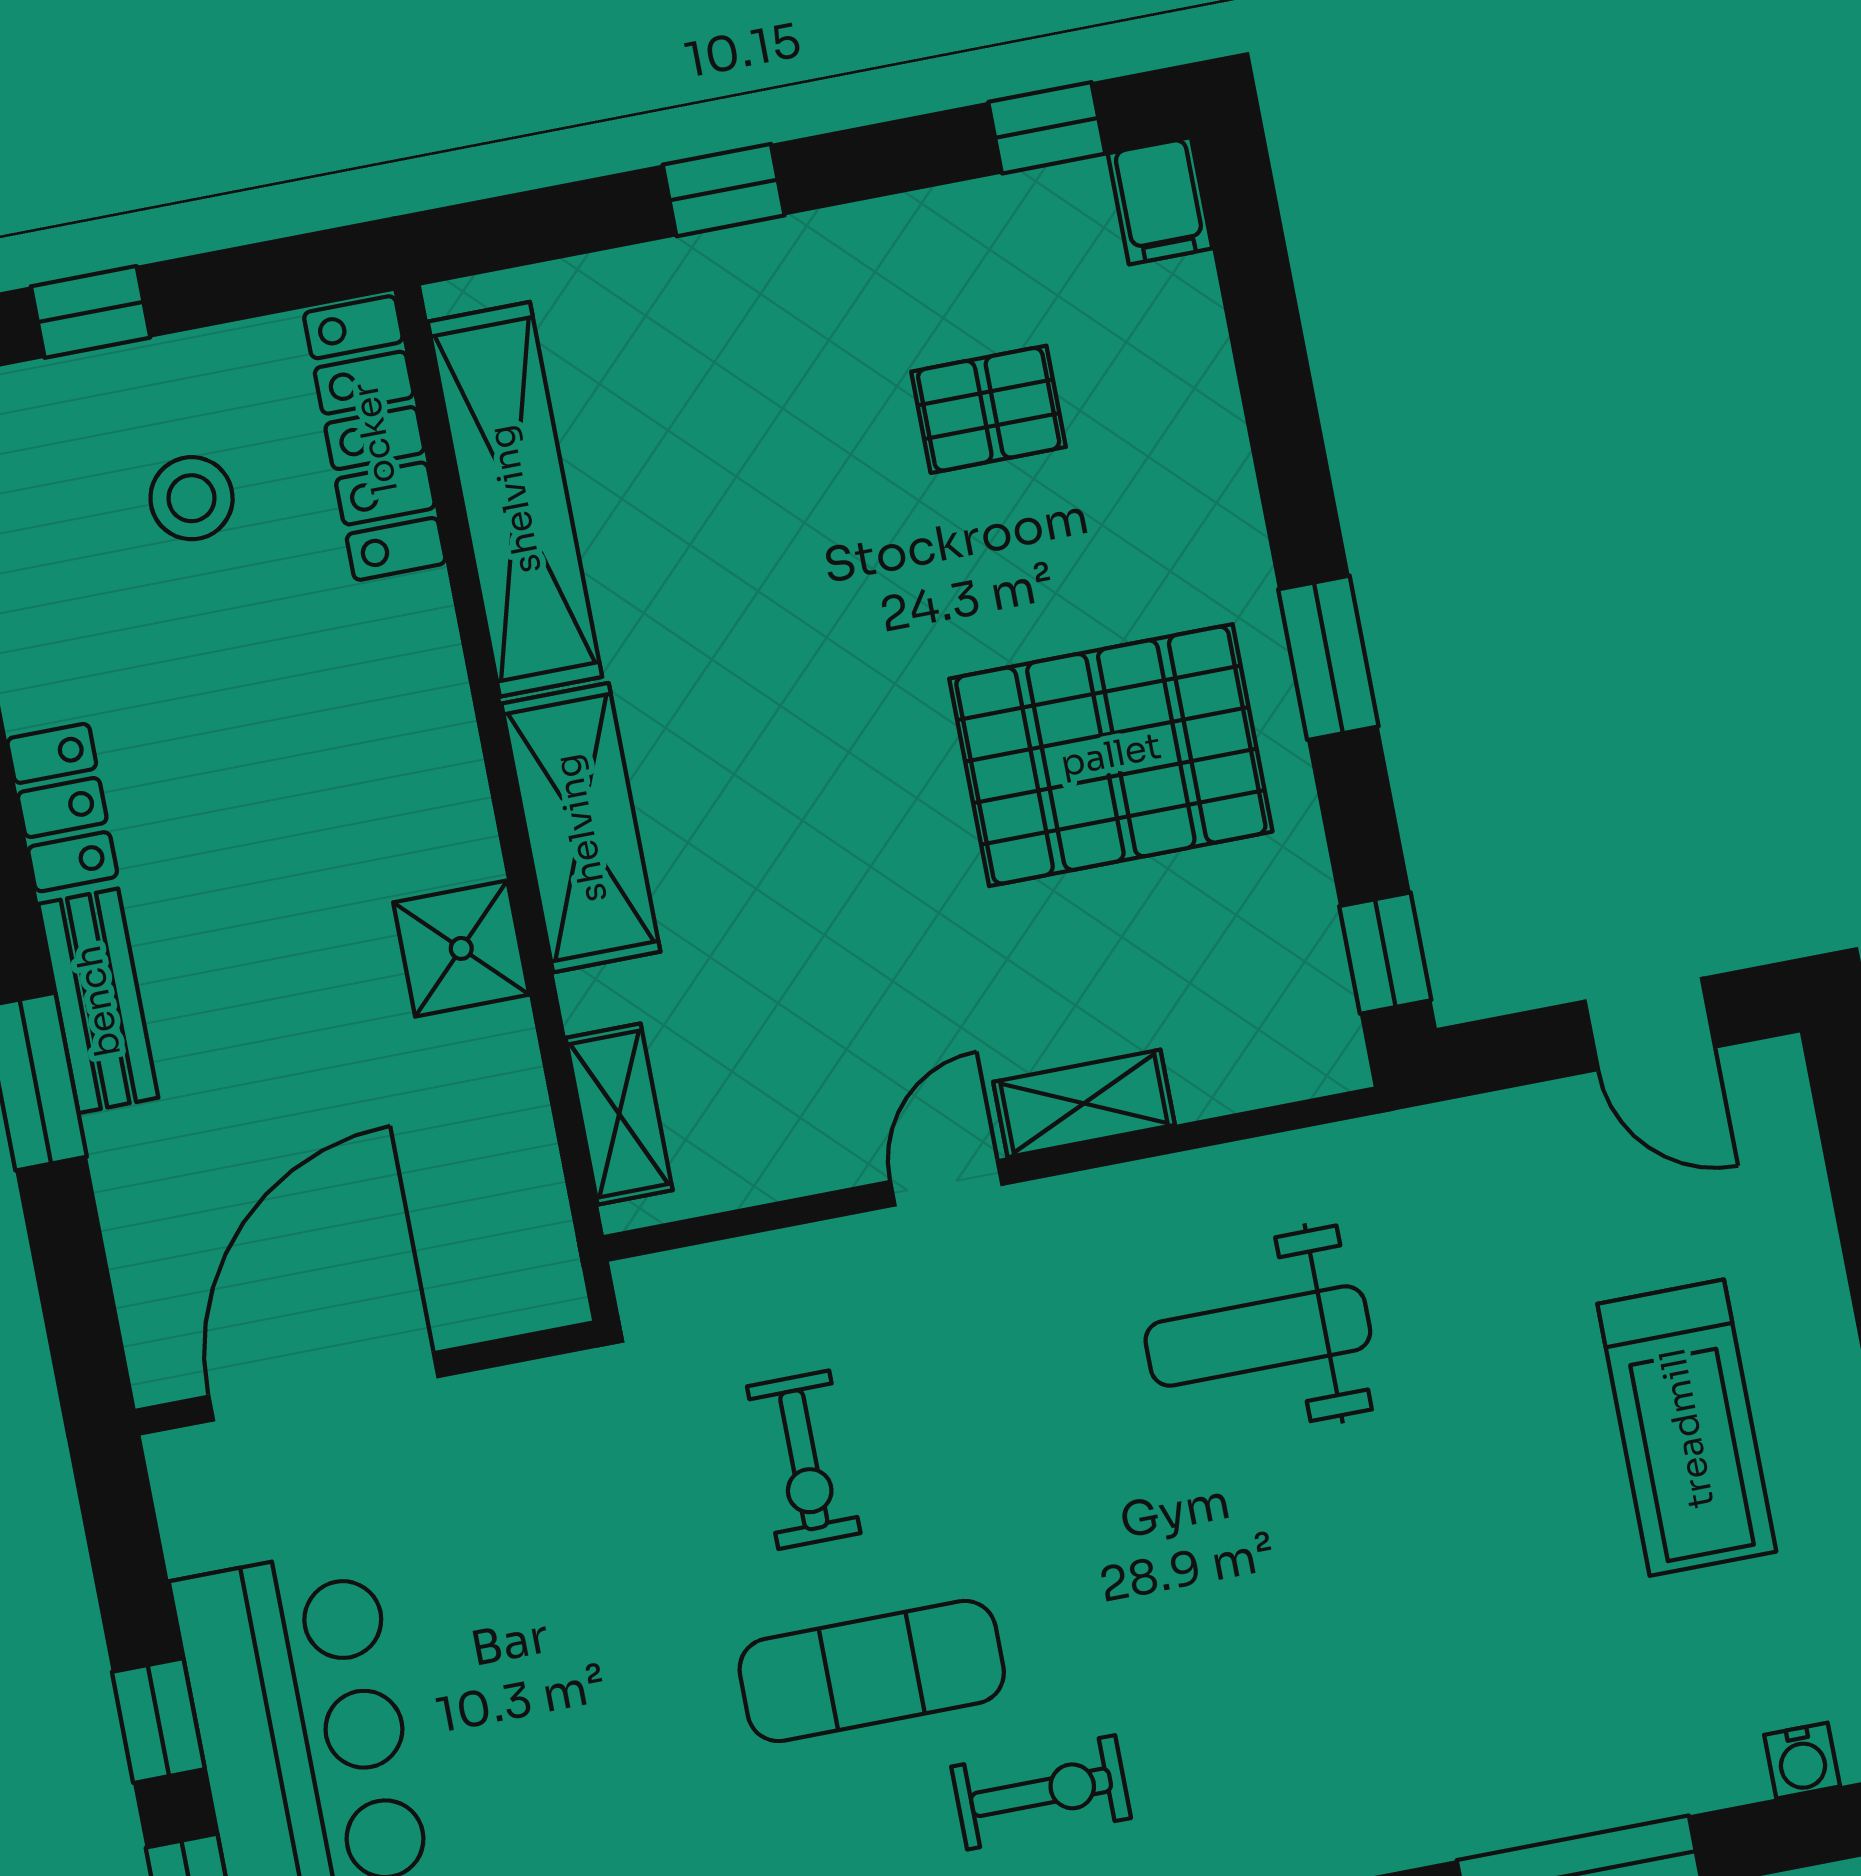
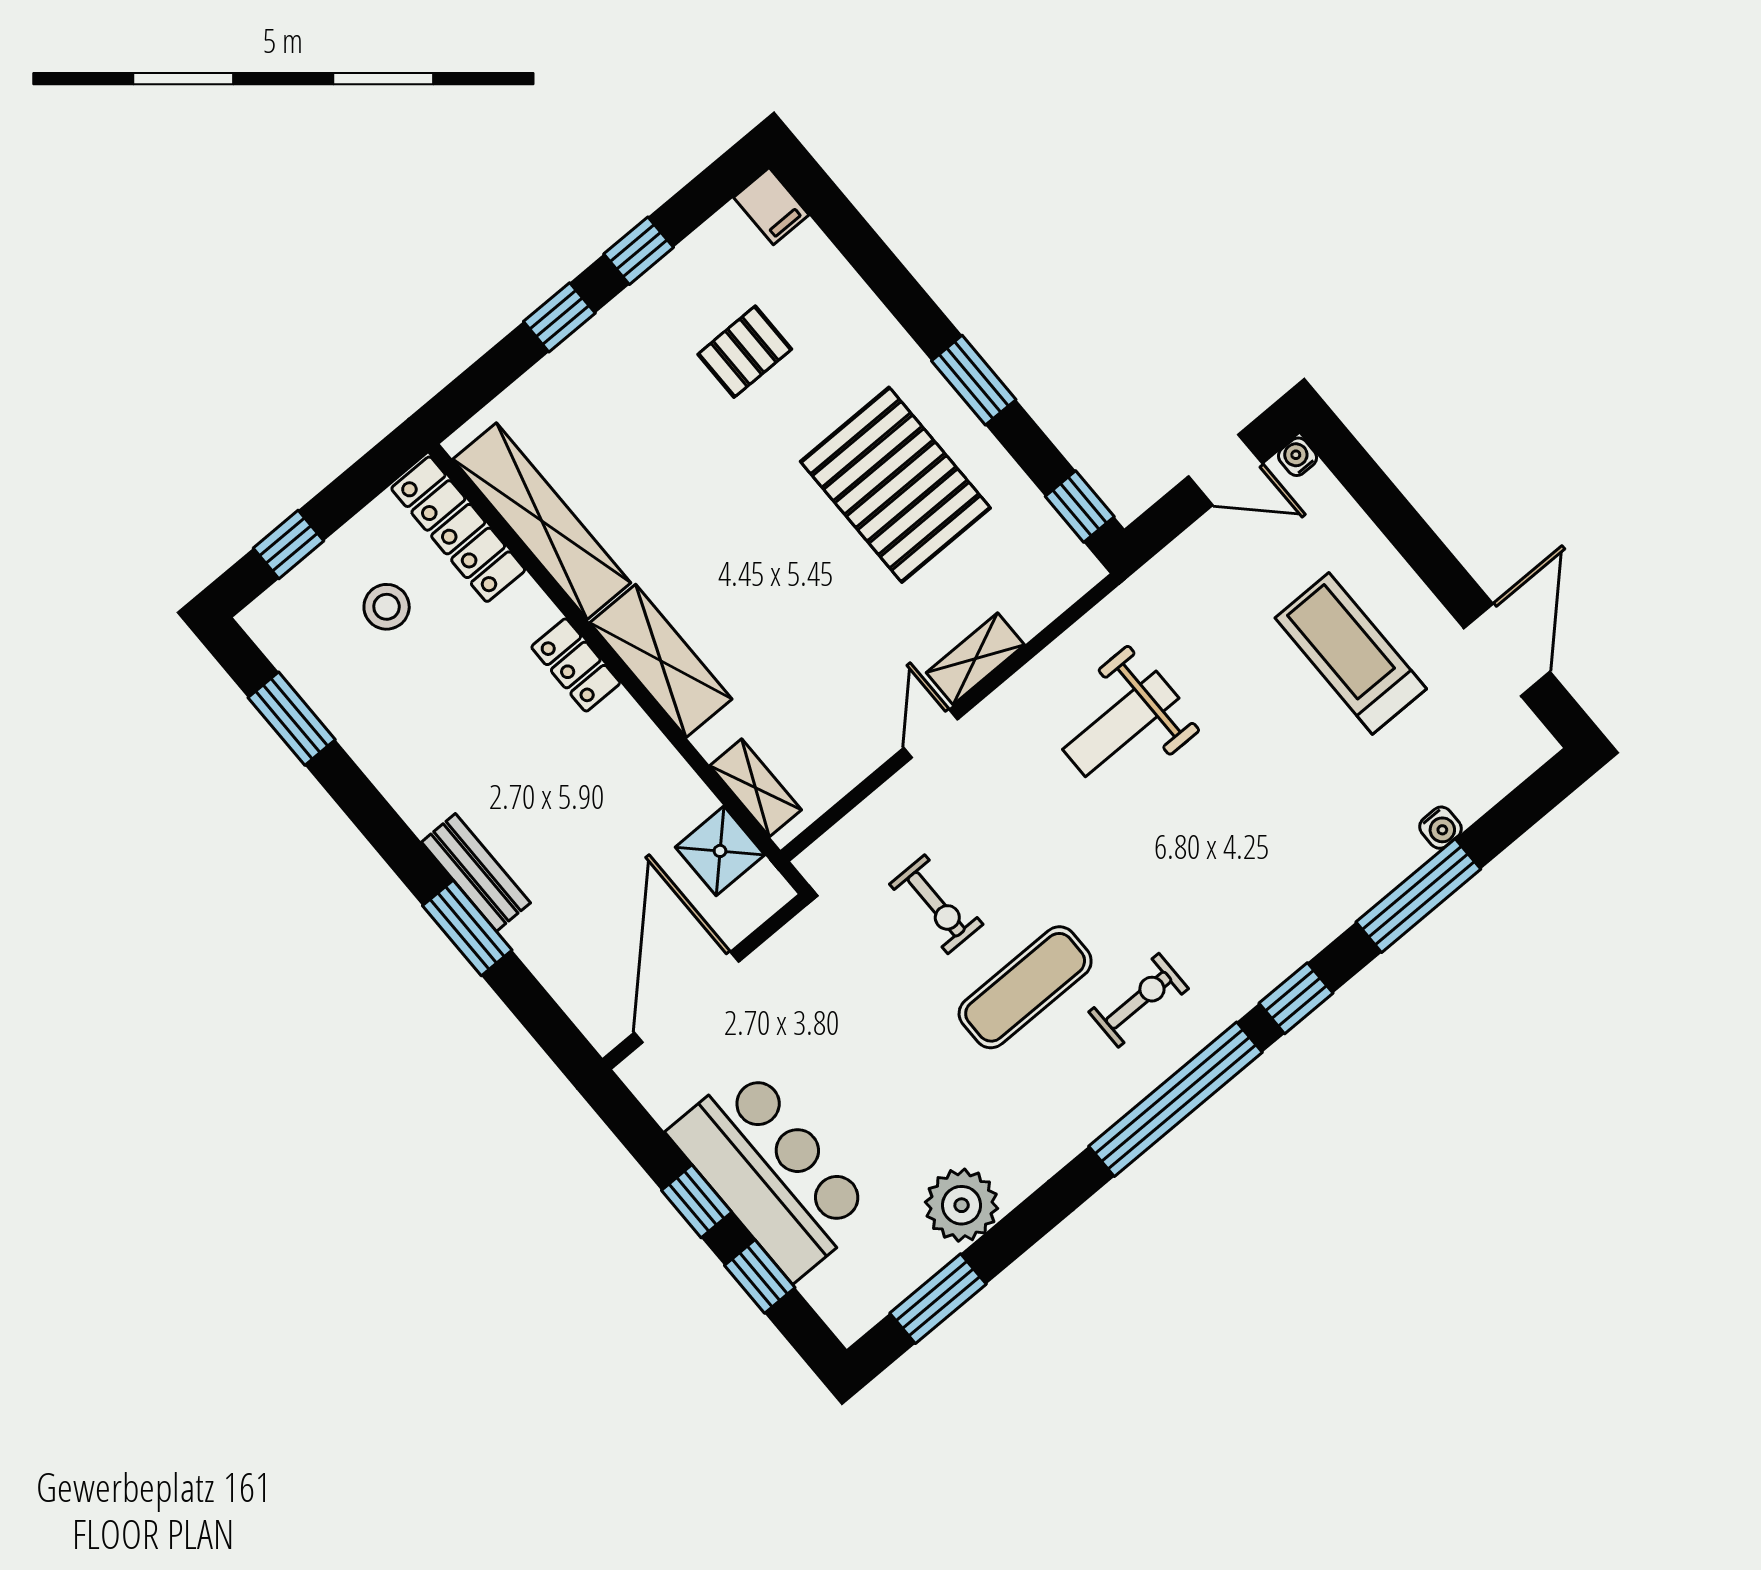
window: (1047, 128) -> (639, 251), moved
pallet: (1111, 755) -> (895, 485), turned 90
locker: (62, 808) -> (576, 665), moved, turned 180
shower: (461, 948) -> (720, 851), moved
water cooler: (1776, 1067) -> (1297, 457), added
treadmill: (1687, 1428) -> (1351, 653), turned 180
water cooler: (1802, 1761) -> (1440, 828), moved

